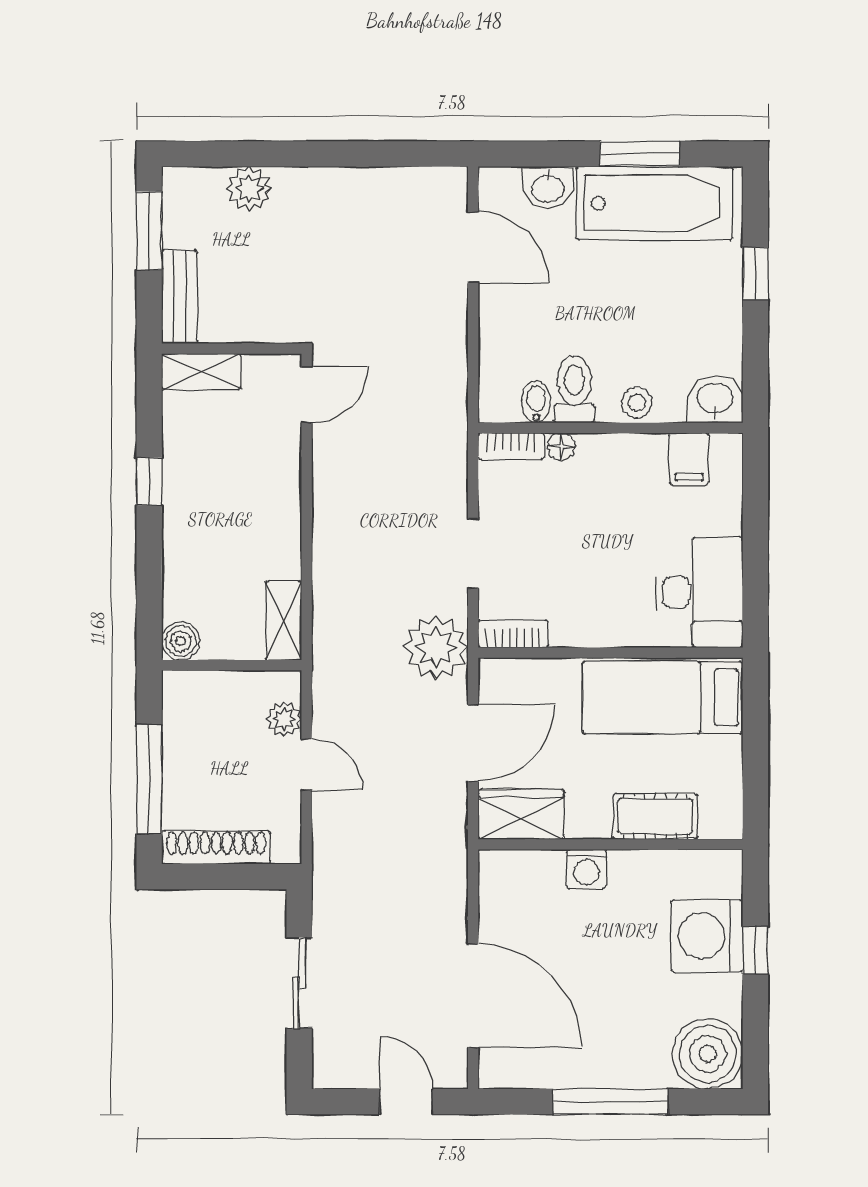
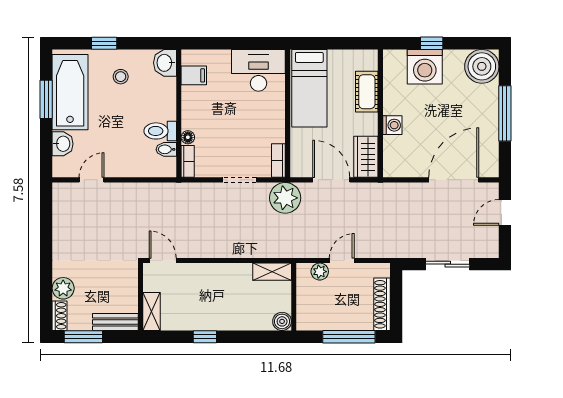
shoe rack: (193, 181) -> (59, 316), added
door: (473, 247) -> (92, 180), width x0.73
stool: (637, 403) -> (121, 77), moved

